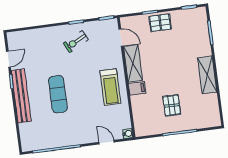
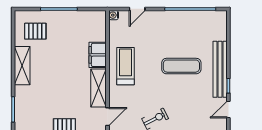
door: (121, 38) -> (107, 117), swing flipped
filing cabinet: (137, 88) -> (98, 55), width x2.00
exercise mat: (58, 94) -> (181, 66), turned 90
pallet: (172, 105) -> (35, 31), moved, turned 90
door: (106, 142) -> (137, 9), hinge flipped

